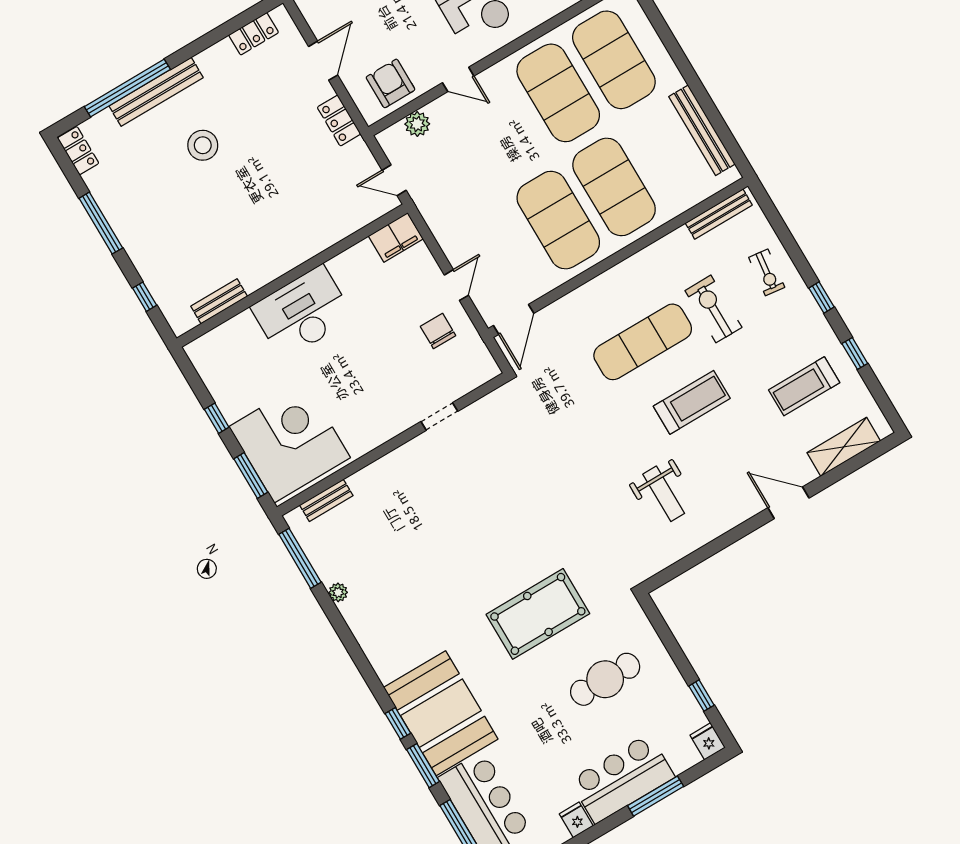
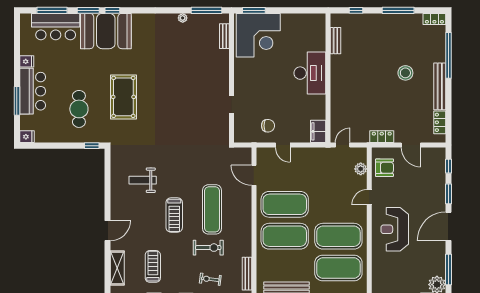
bench: (156, 92) -> (440, 86), moved
door: (514, 319) -> (254, 175), moved
window: (217, 418) -> (287, 10), removed
window: (702, 696) -> (92, 146), moved

